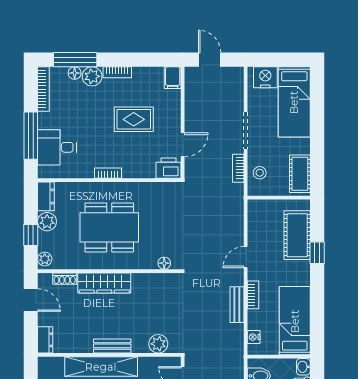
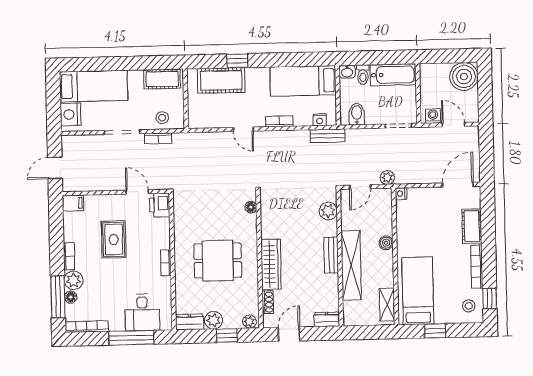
dining table: (109, 227) -> (218, 261), width x0.73
bench: (237, 305) -> (327, 136), moved

